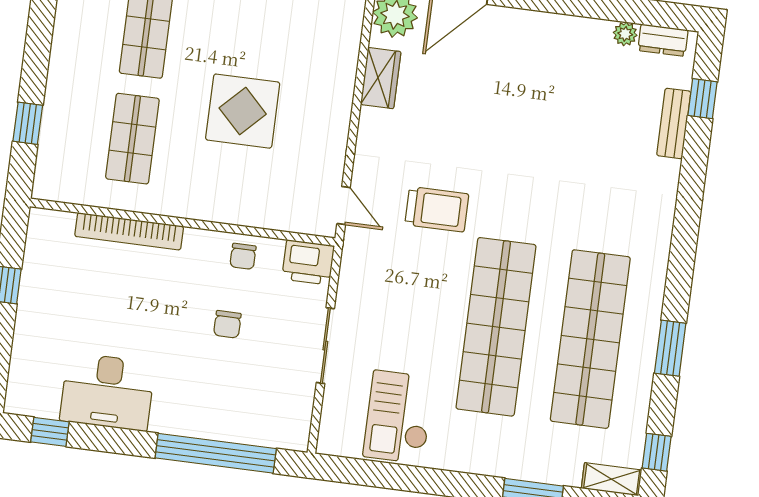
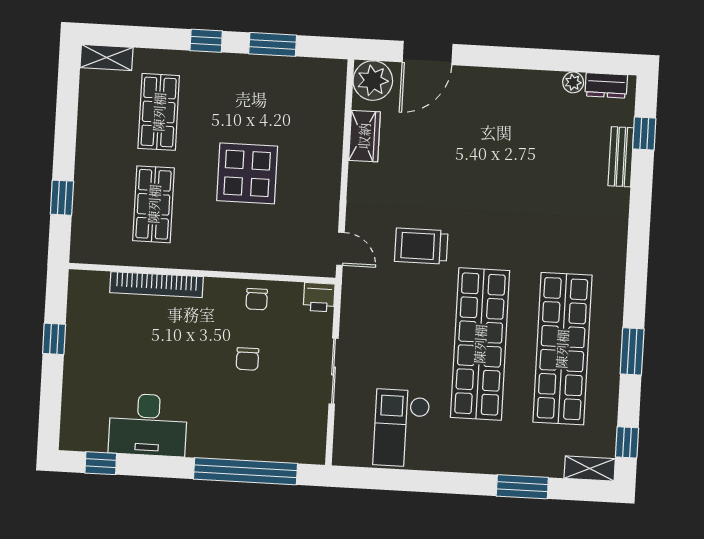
trolley: (437, 209) -> (421, 246), turned 180
printer: (308, 262) -> (319, 297), width x0.73, depth x0.81

